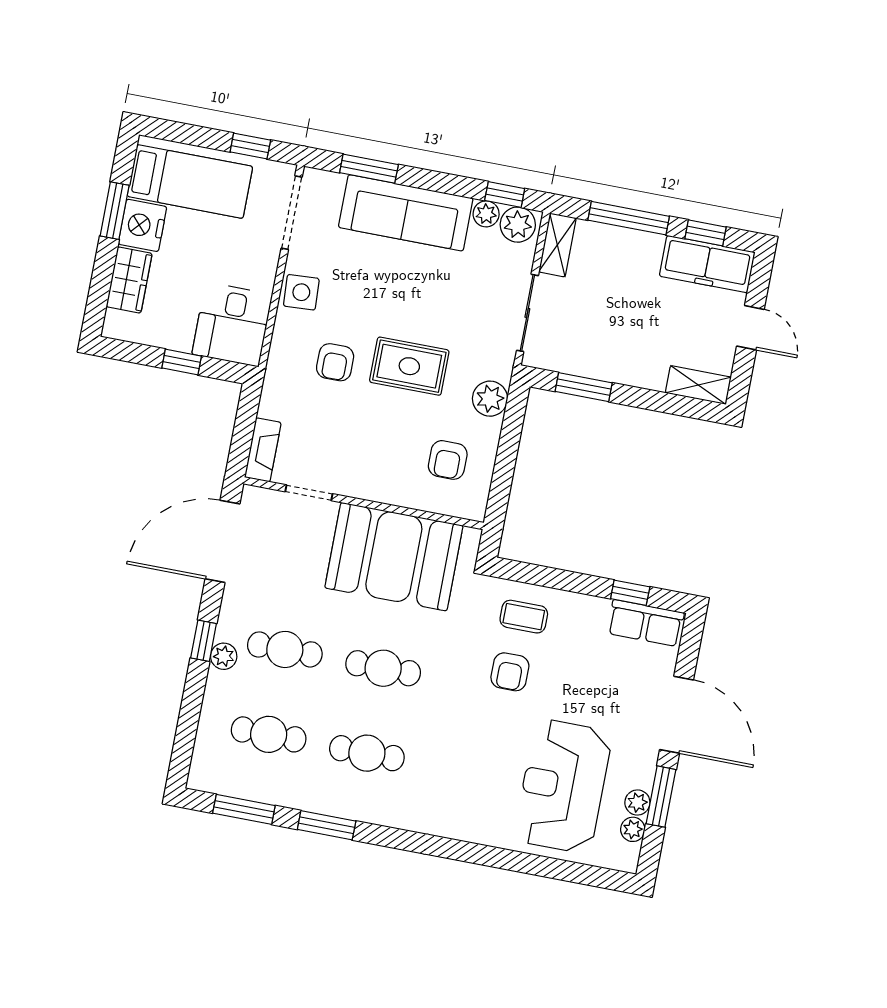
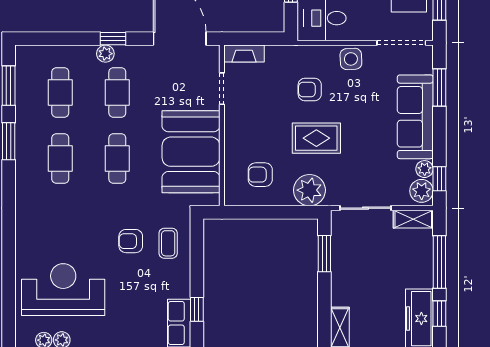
rug: (409, 366) -> (316, 138), turned 90
plant: (490, 399) -> (309, 190), width x1.36, depth x1.36

